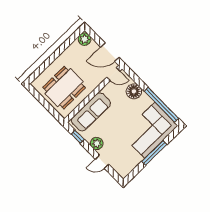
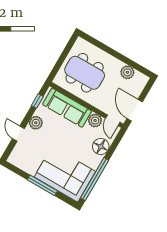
plant: (84, 39) -> (127, 72), moved
plant: (109, 90) -> (95, 120), added

